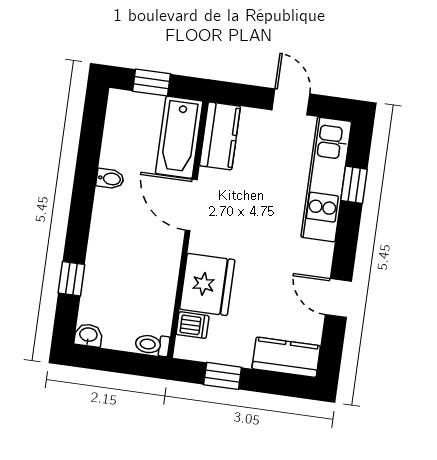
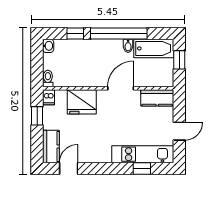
bathtub: (179, 137) -> (154, 48), moved, turned 180
window: (83, 194) -> (119, 33), added
door: (338, 298) -> (69, 169), moved
dishwasher: (193, 325) -> (49, 97), moved

